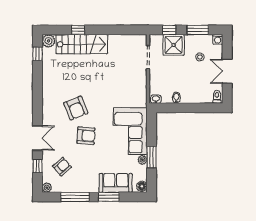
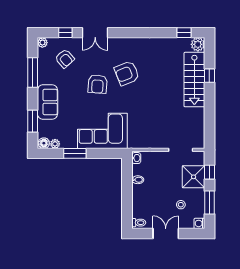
plant: (142, 160) -> (55, 144), moved
sofa: (116, 183) -> (47, 102), moved
window: (109, 197) -> (33, 121), moved

